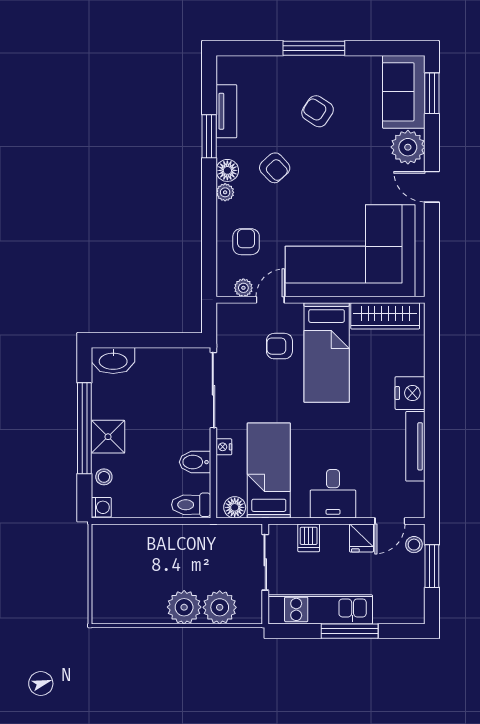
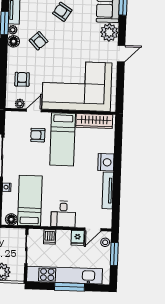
door: (432, 187) -> (121, 54), swing flipped
plant: (225, 192) -> (13, 30), moved
kitchen unit: (320, 609) -> (64, 275), width x1.36

